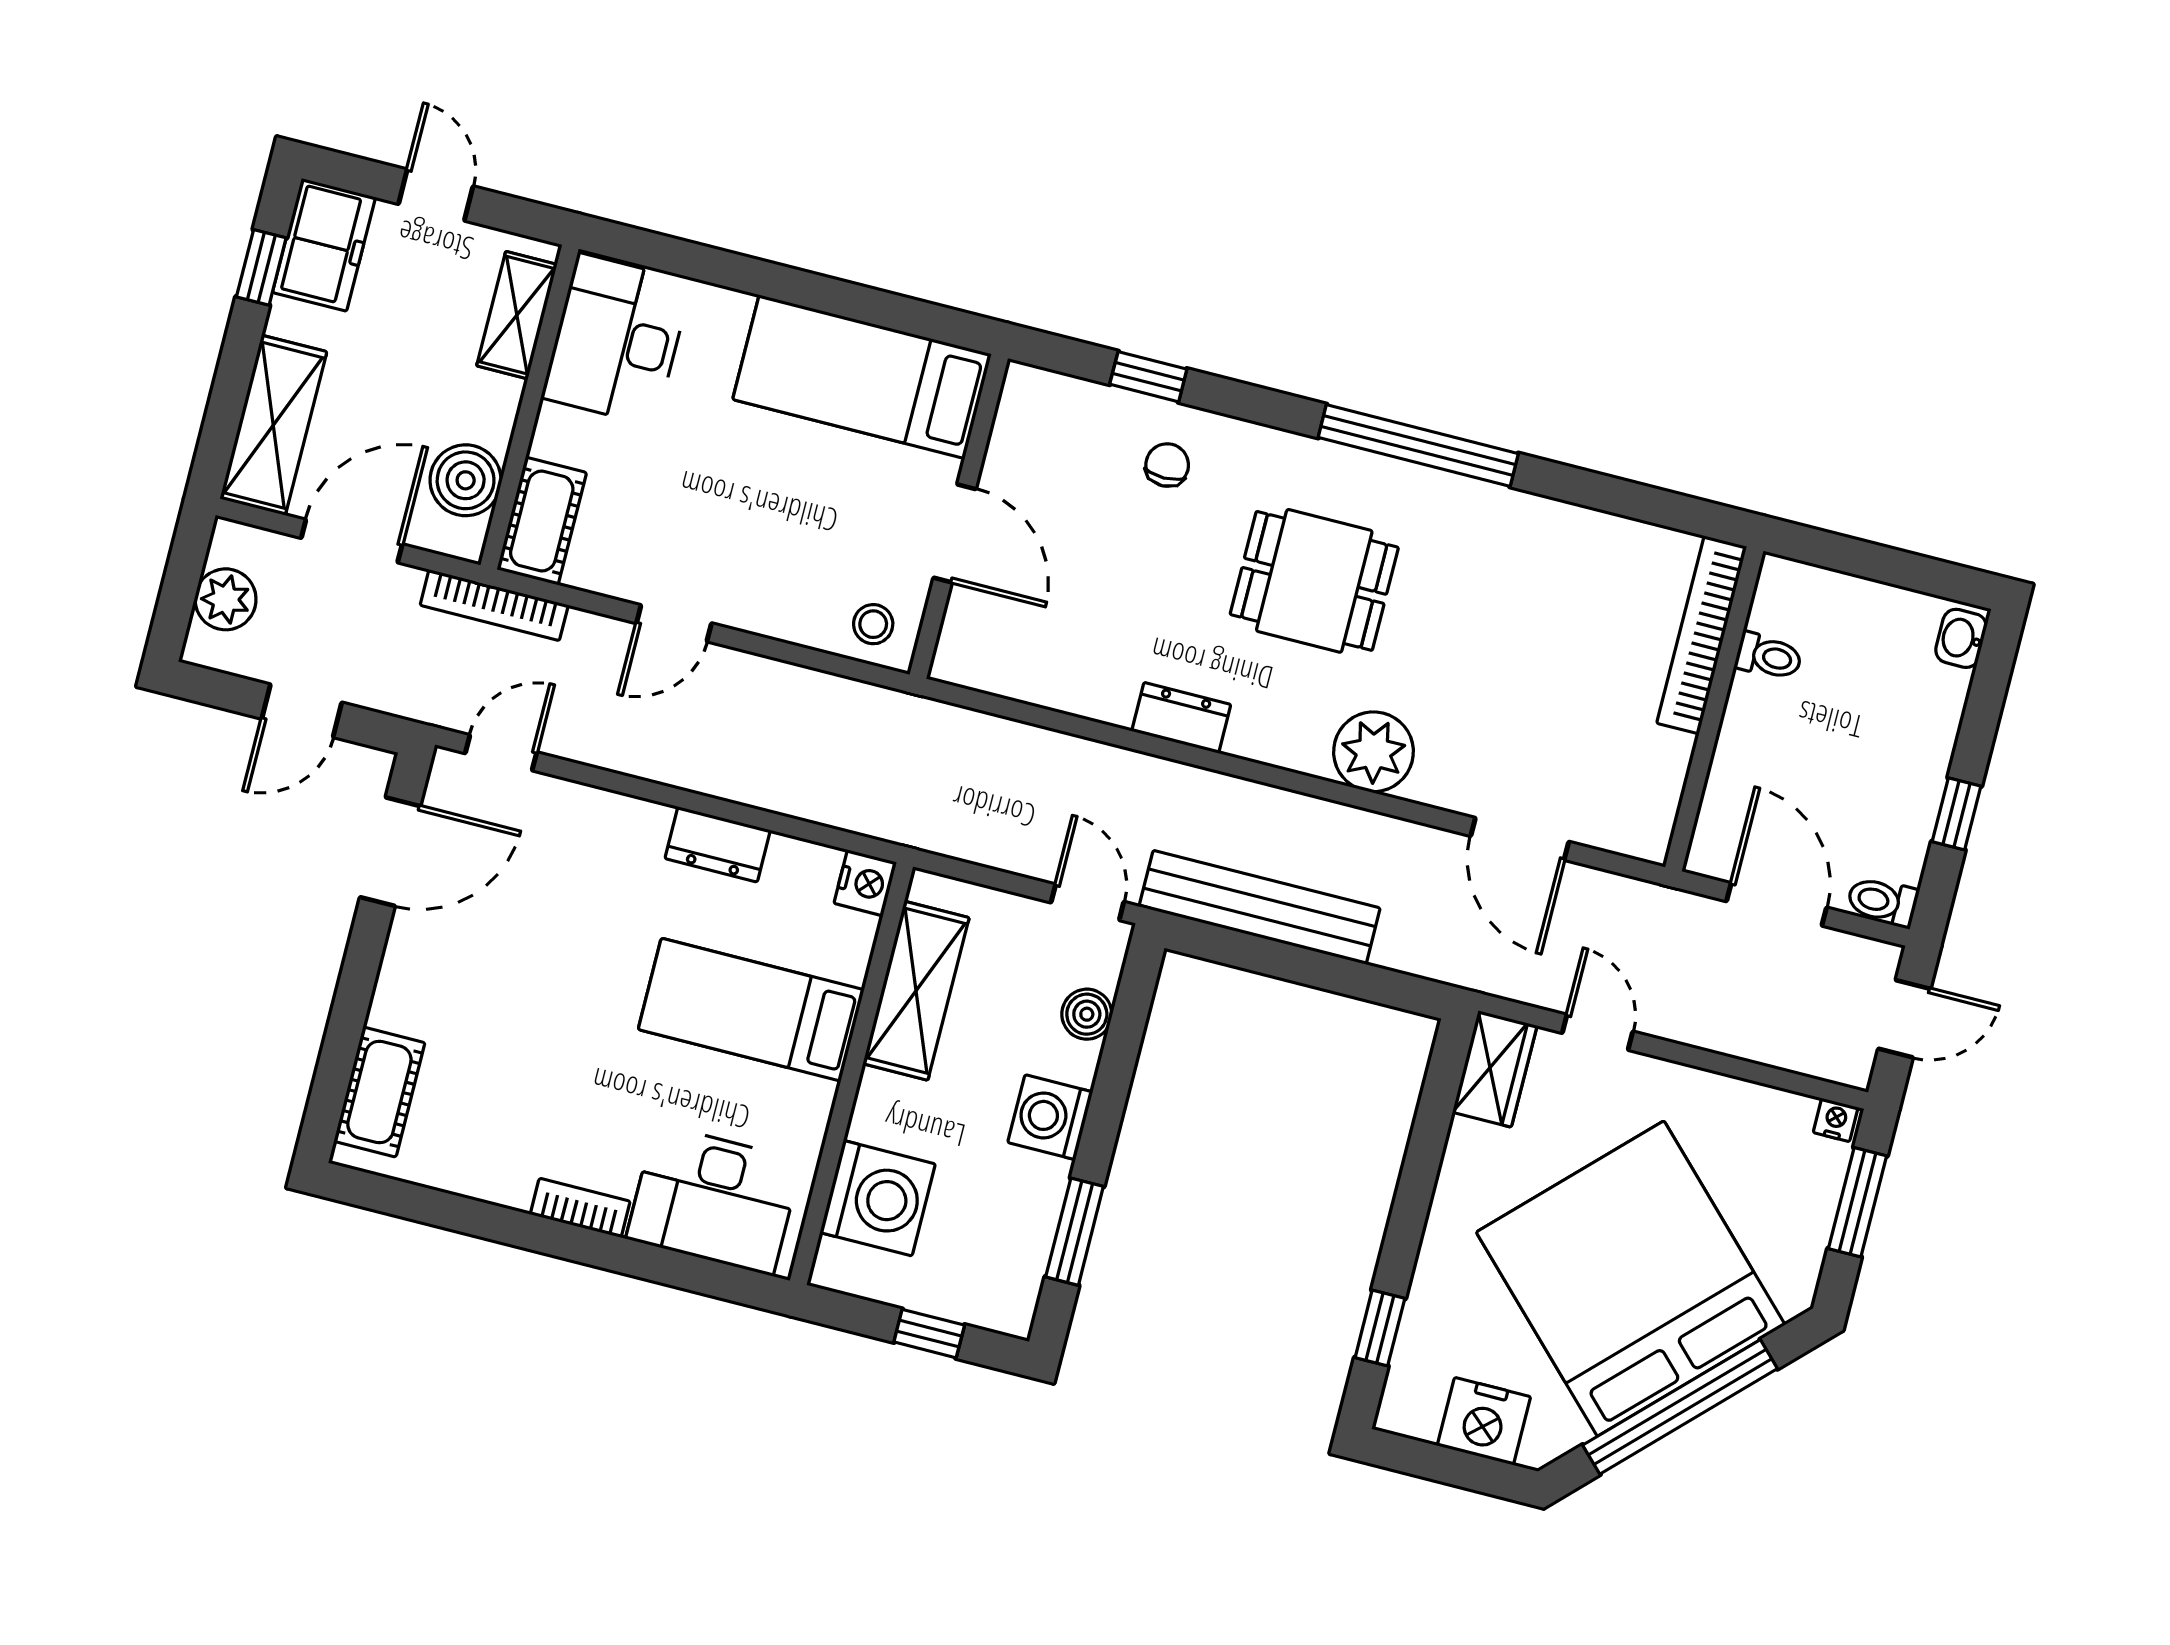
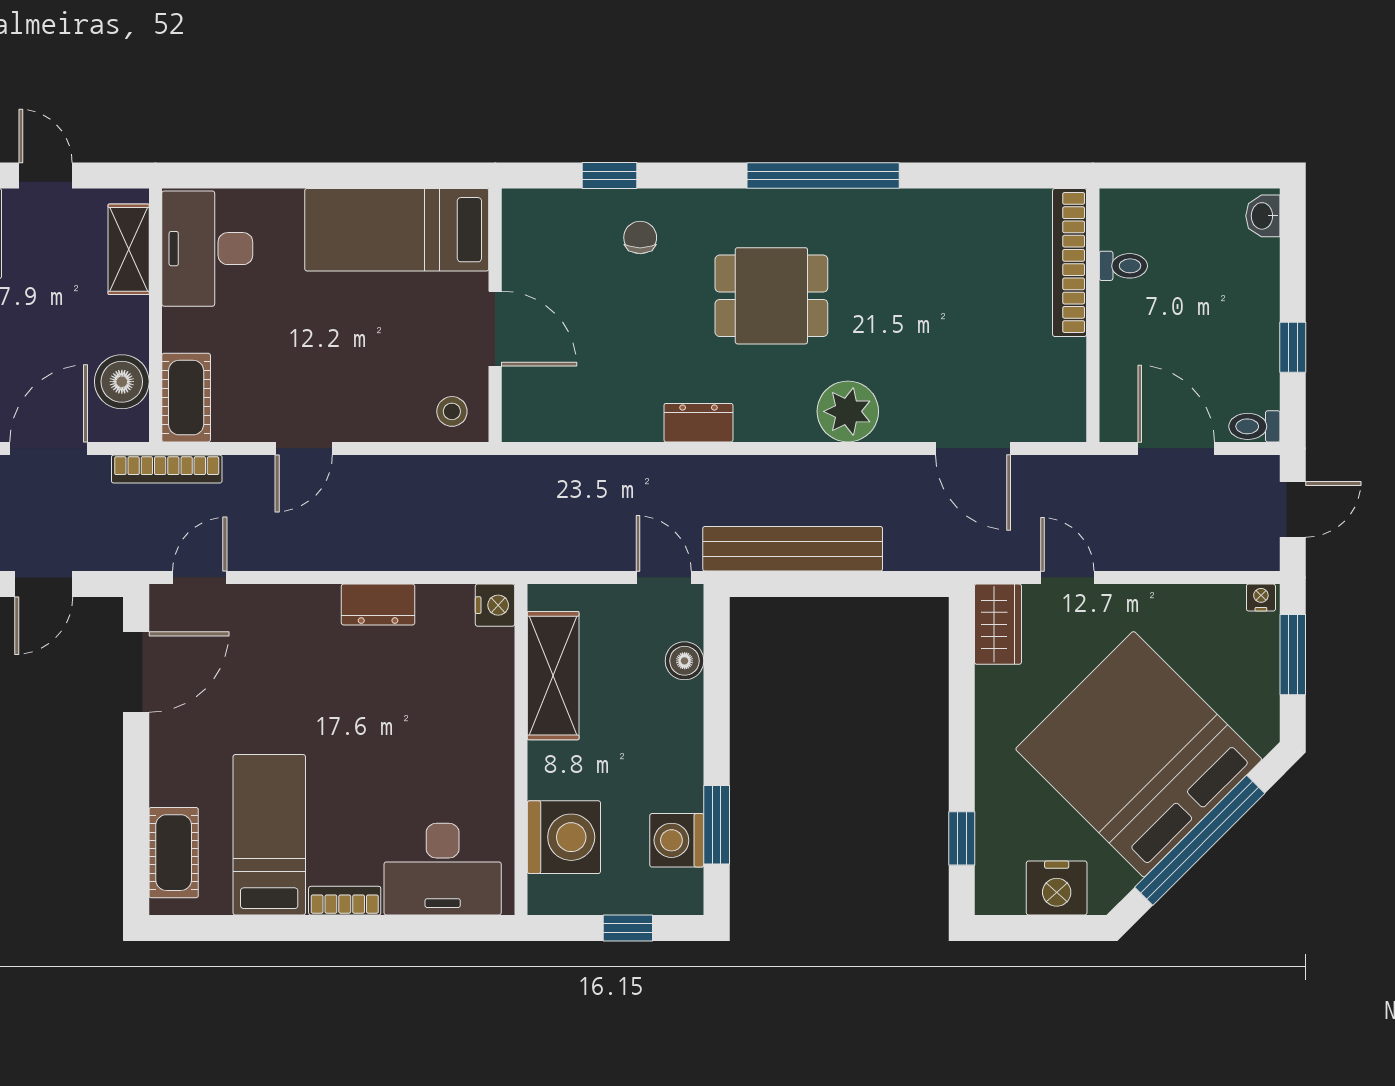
bed: (751, 1010) -> (269, 835), moved, turned 90
washing machine: (1050, 1117) -> (677, 840), moved

